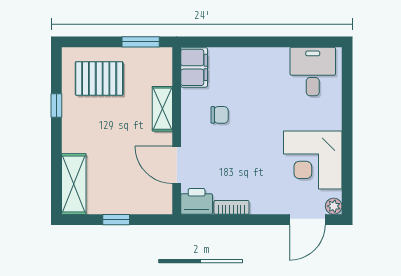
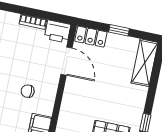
shelving: (162, 109) -> (68, 104), removed
locker: (151, 204) -> (91, 37), added

